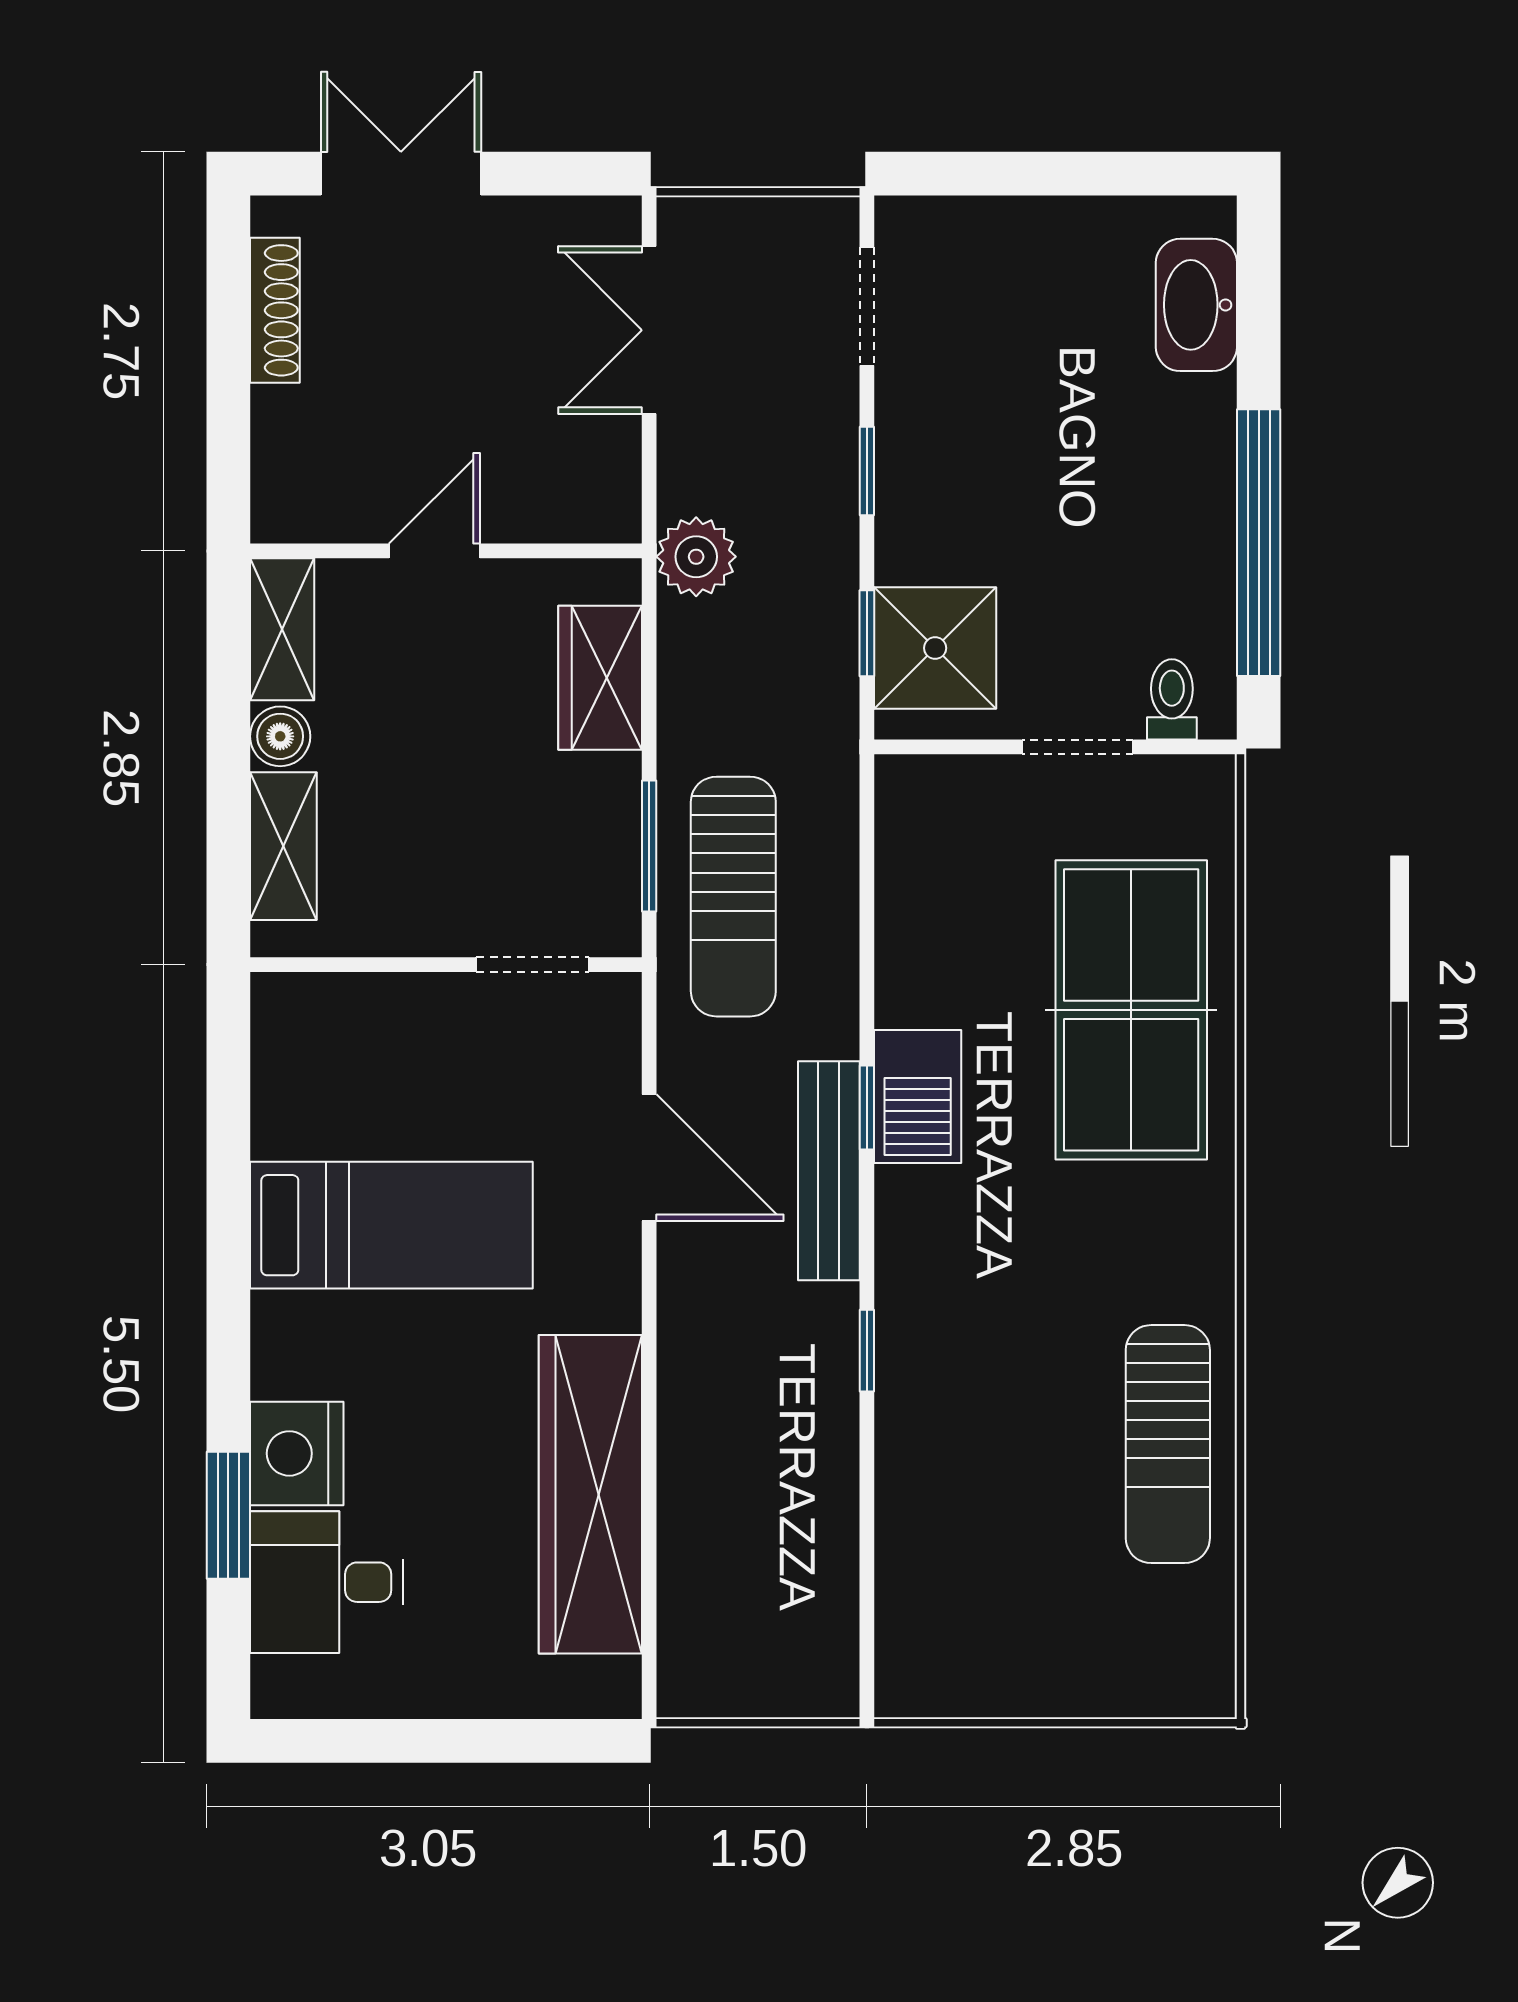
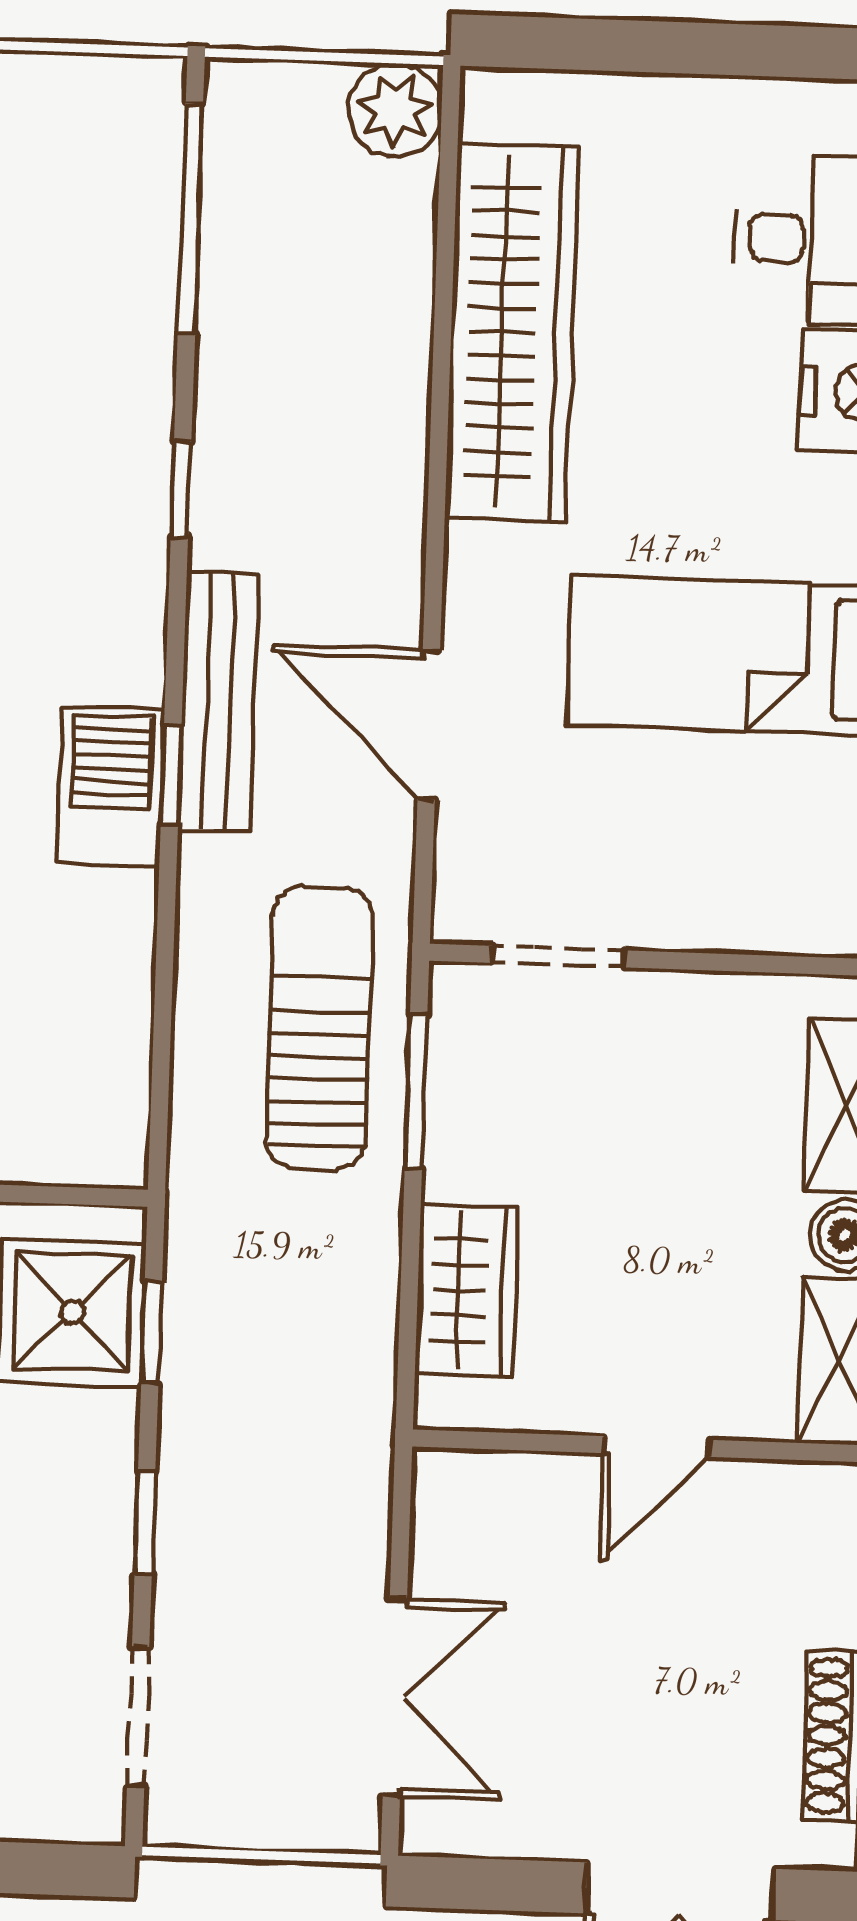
plant: (696, 557) -> (395, 110), moved
window: (867, 1581) -> (190, 218), added

